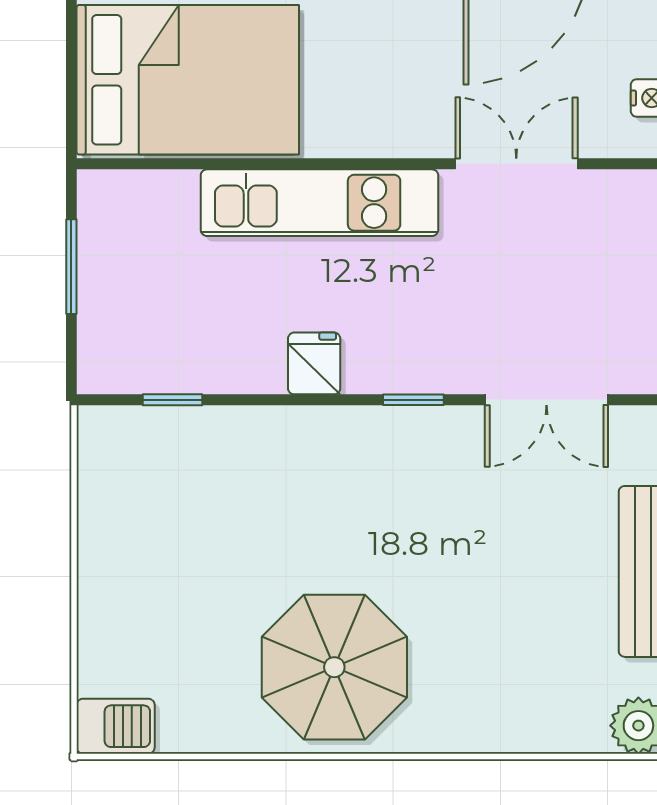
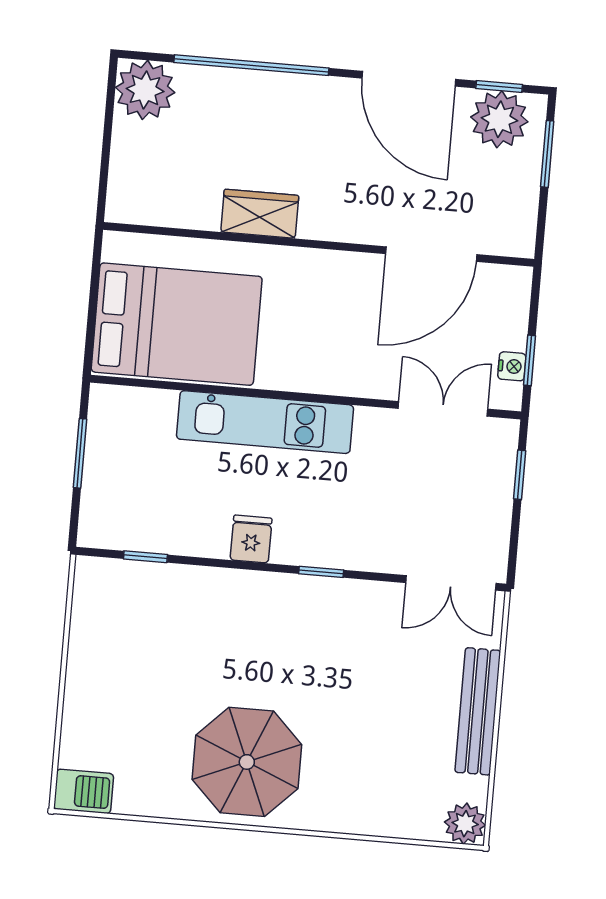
double door: (516, 164) -> (443, 409), moved
double door: (546, 400) -> (451, 583), moved

